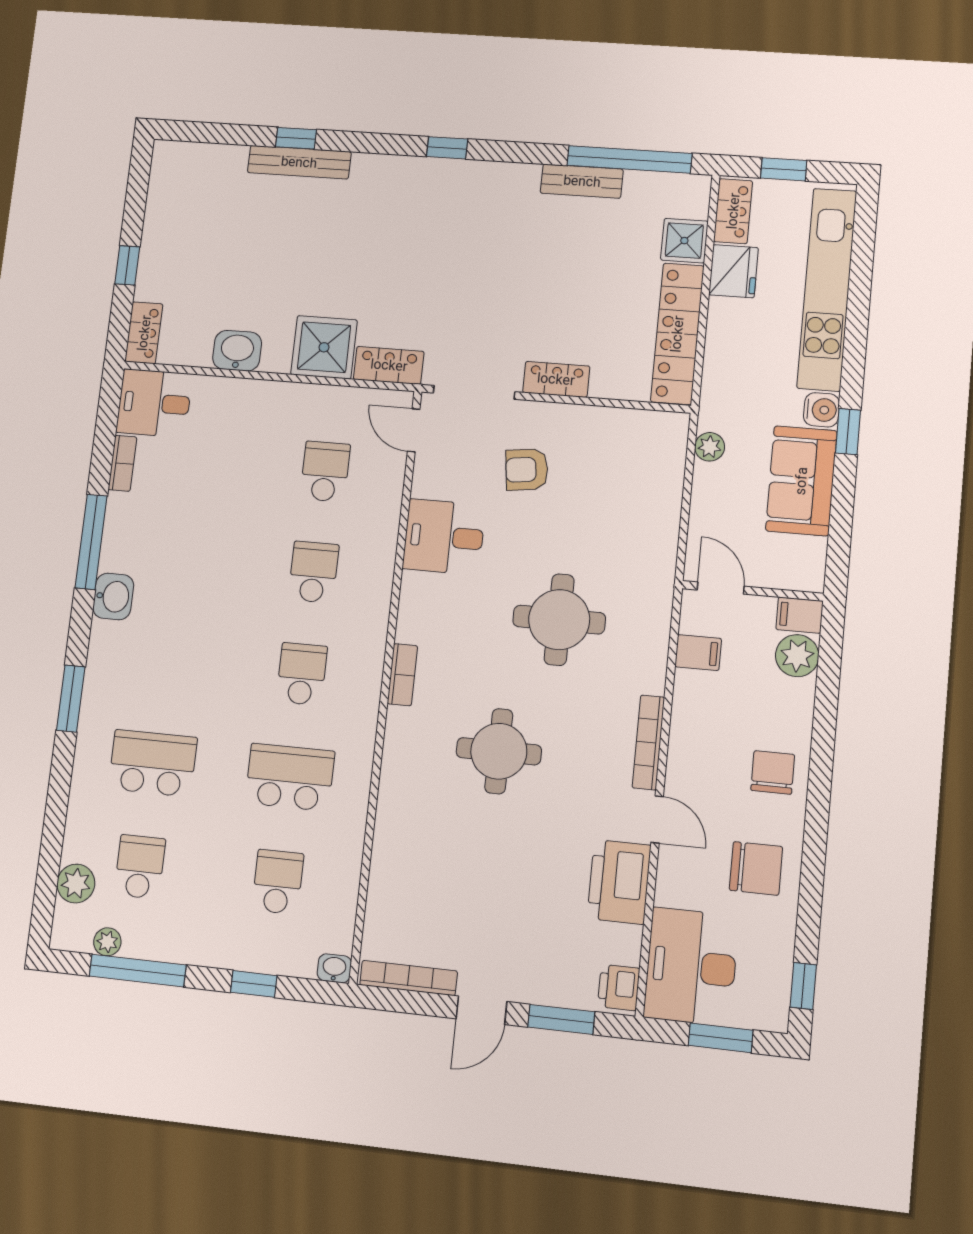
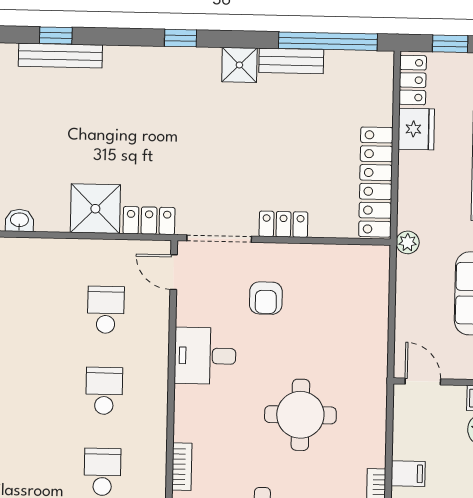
shower: (684, 241) -> (239, 65), moved
washbasin: (237, 351) -> (19, 220), width x0.72, depth x0.69
plant: (710, 447) -> (408, 242), moved
armchair: (527, 470) -> (266, 298), turned -83
filing cabinet: (698, 653) -> (408, 474), moved

